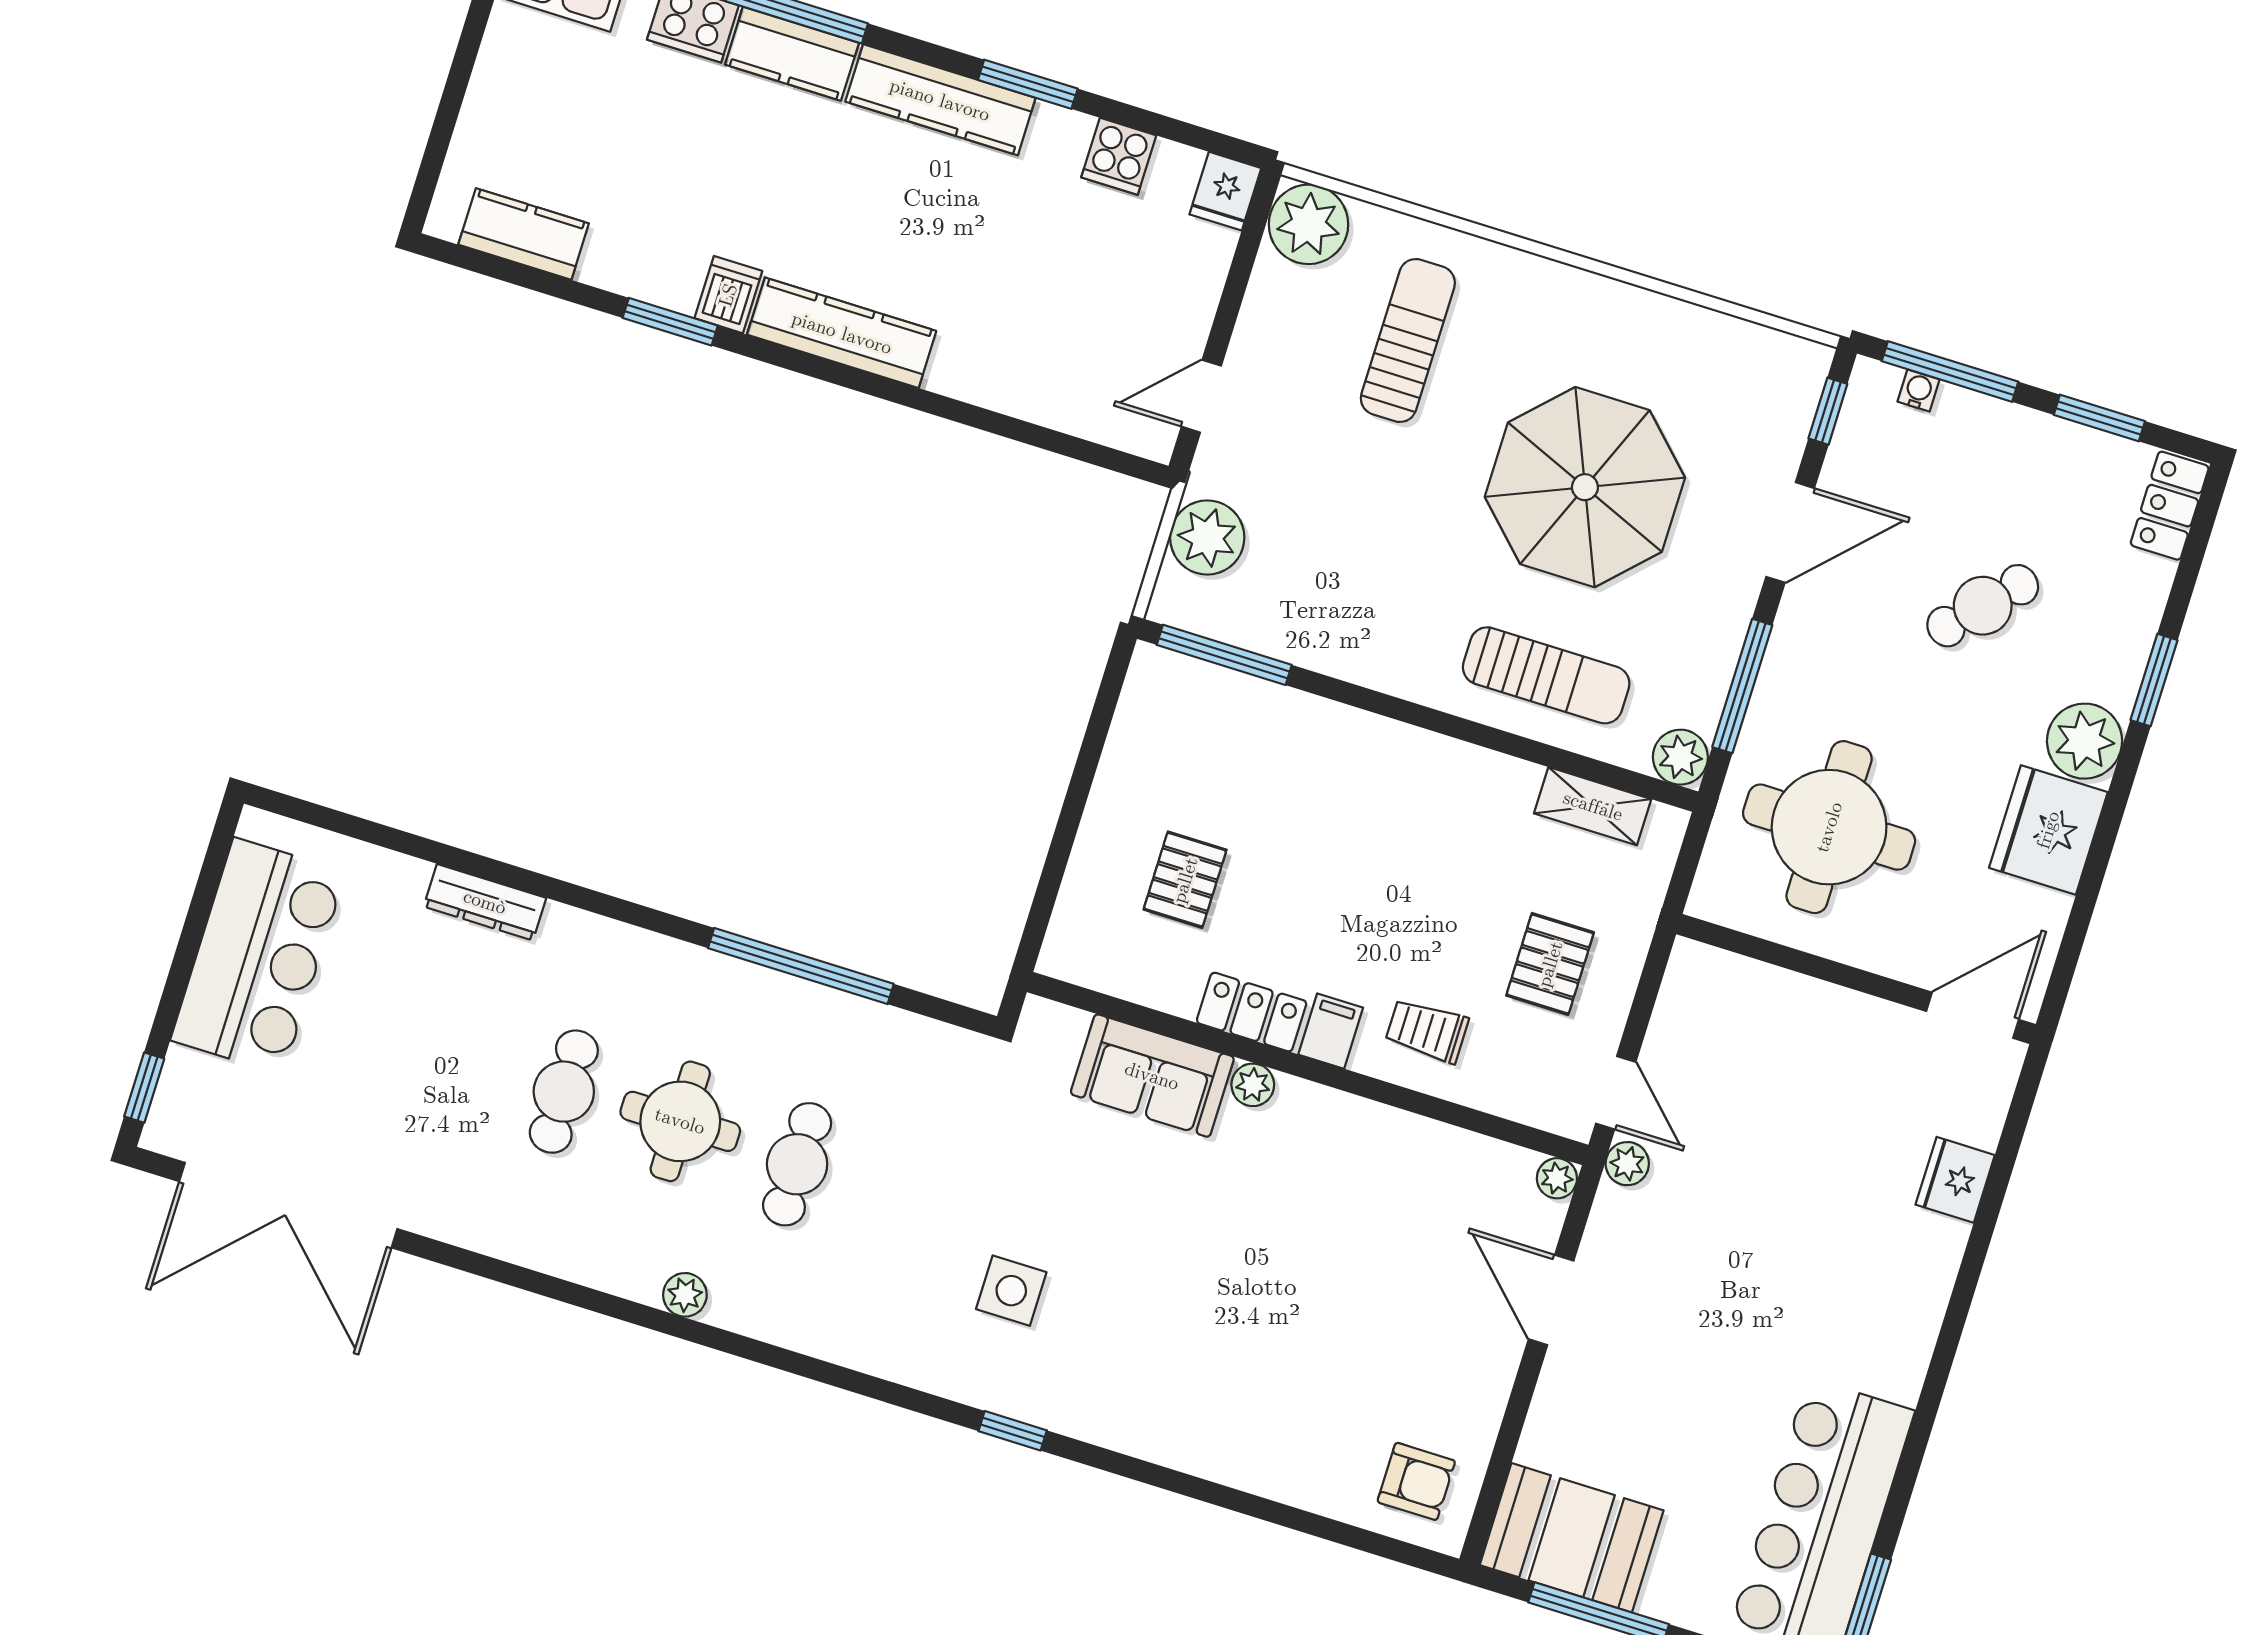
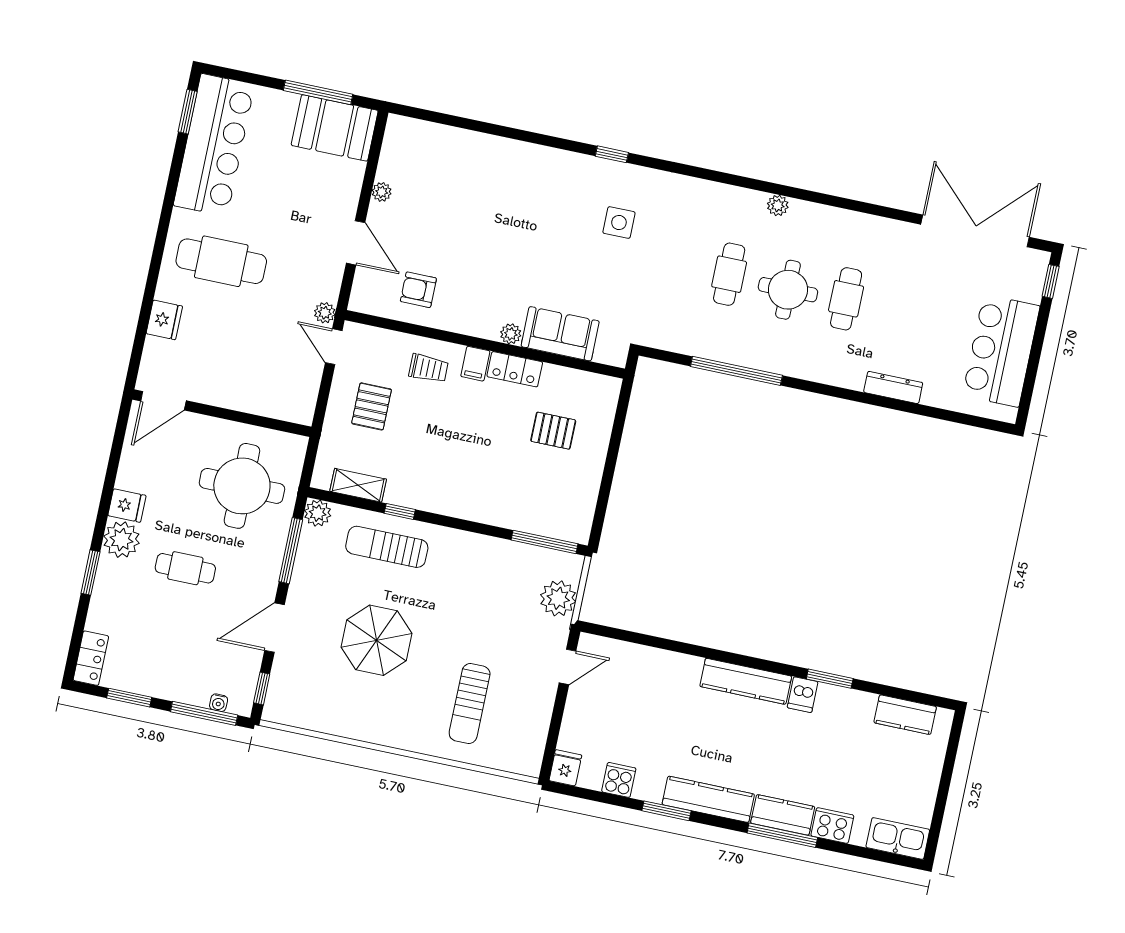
plant: (1309, 224) -> (523, 756), removed
parasol: (1585, 487) -> (377, 640), width x0.73, depth x0.73
cafe table: (1983, 606) -> (185, 568), moved, turned 47
window: (1513, 745) -> (400, 511), added
fridge: (2048, 830) -> (127, 506), width x0.53, depth x0.75
pallet: (1185, 880) -> (553, 431), turned 90
plant: (1557, 1178) -> (382, 192), moved
cafe table: (1828, 1288) -> (221, 261), added
armchair: (1416, 1481) -> (418, 290), moved

